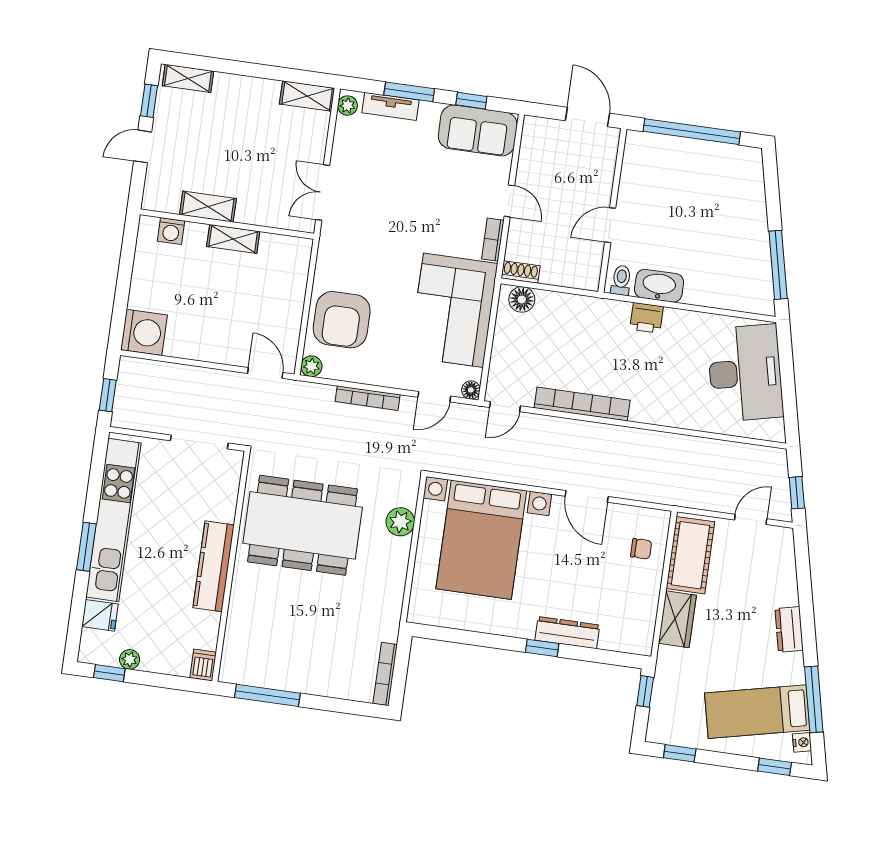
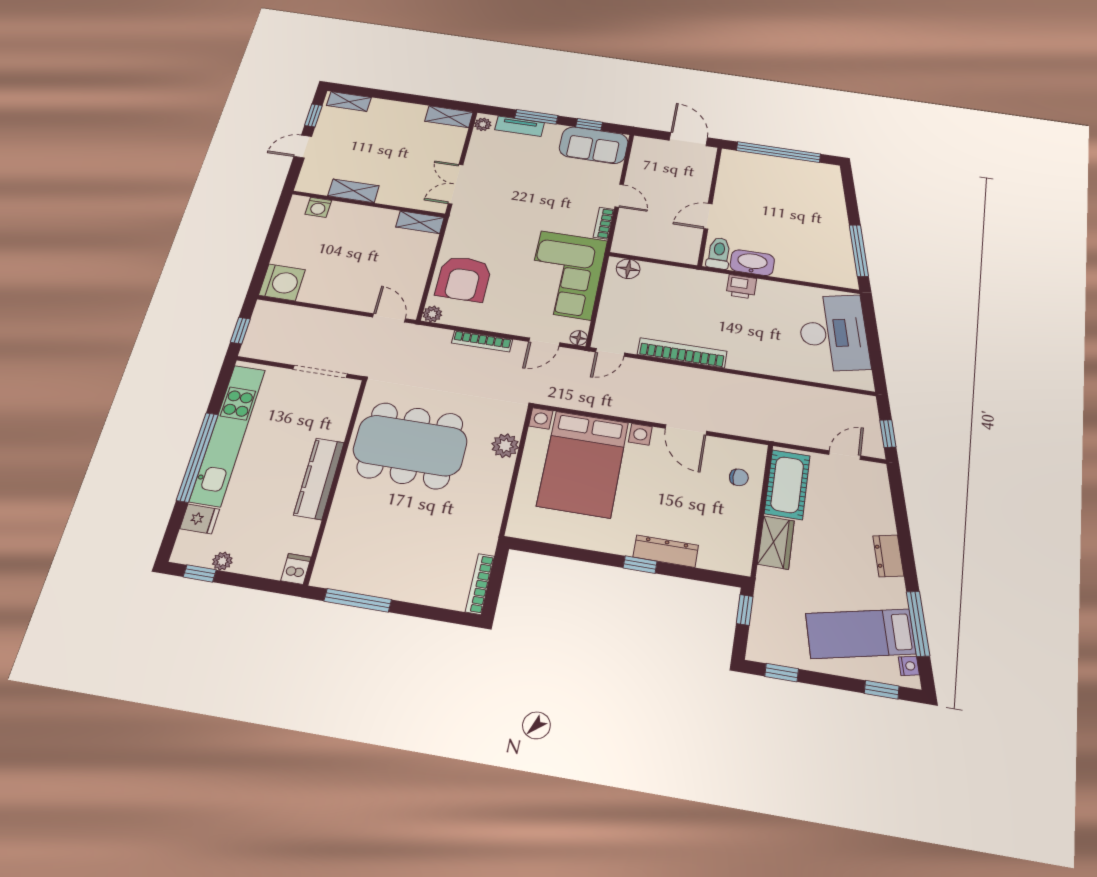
shelving: (233, 239) -> (420, 222), moved
shoe rack: (521, 272) -> (628, 248), removed
toilet: (621, 280) -> (719, 253), width x1.37, depth x1.39
window: (86, 547) -> (197, 457), width x2.11

